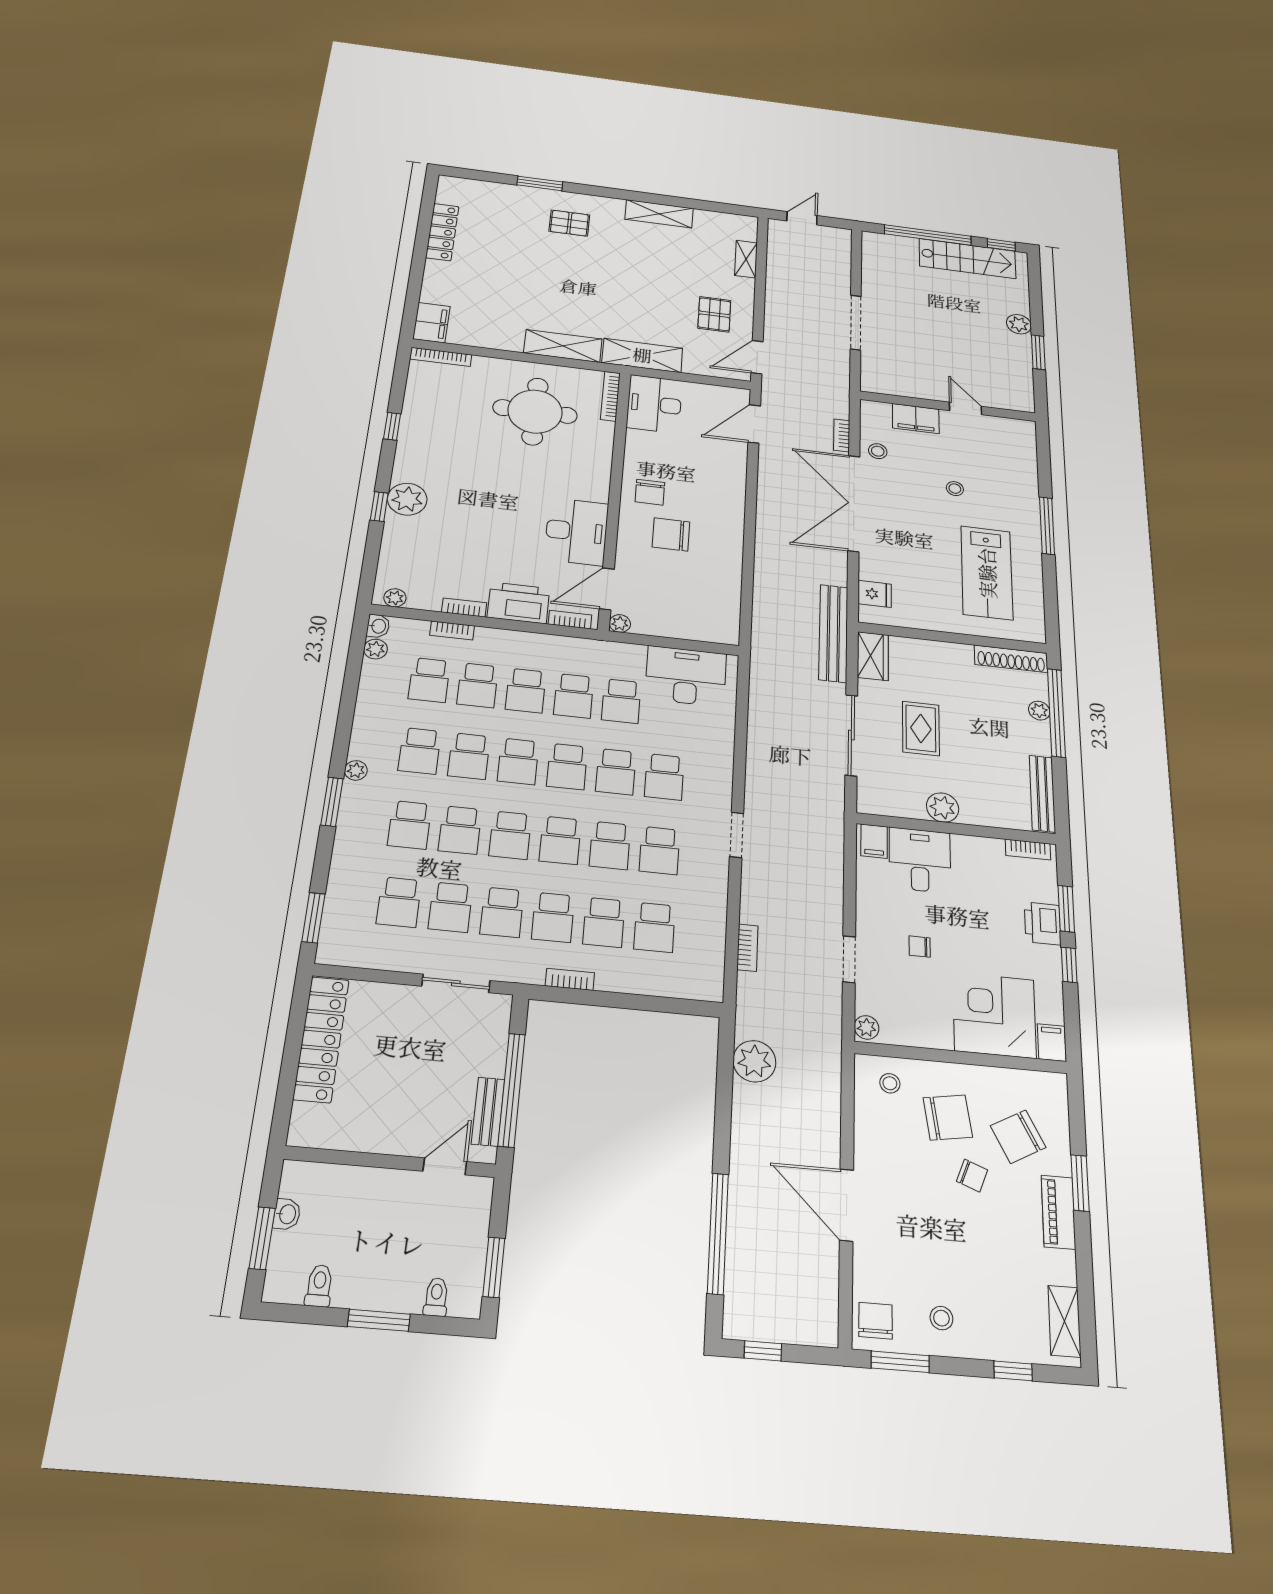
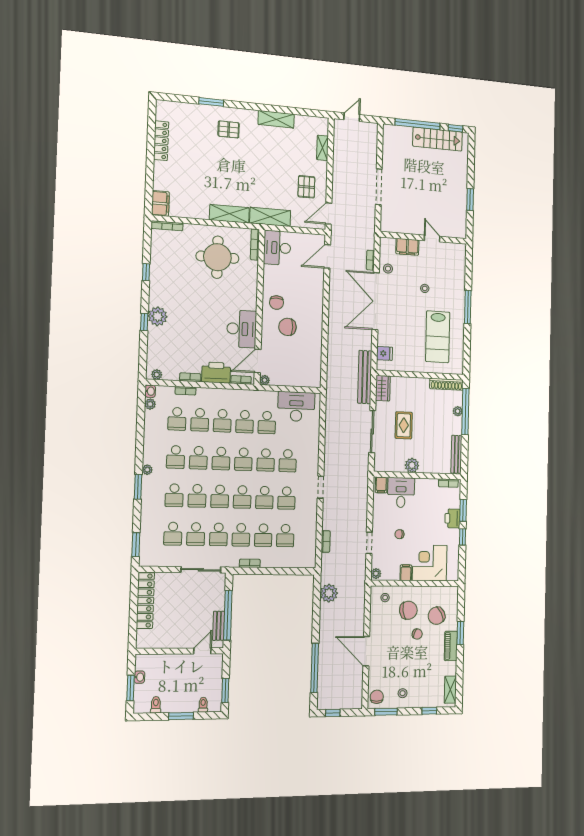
plant: (1019, 324) -> (461, 182), removed
sliding door: (456, 983) -> (201, 570), width x1.37
filing cabinet: (1052, 1043) -> (406, 573), moved

